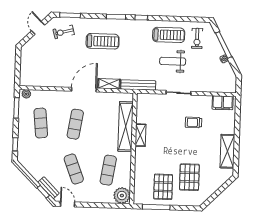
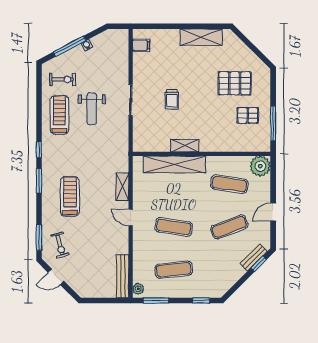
bench: (138, 85) -> (123, 276), moved
door: (84, 90) -> (131, 217), width x0.53
filing cabinet: (223, 103) -> (141, 45), width x0.50
trolley: (194, 122) -> (172, 99), moved
pallet: (163, 187) -> (248, 115), width x0.67, depth x0.71
door: (68, 204) -> (273, 212), moved

